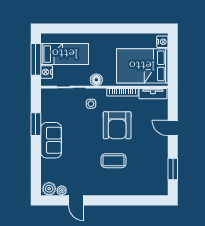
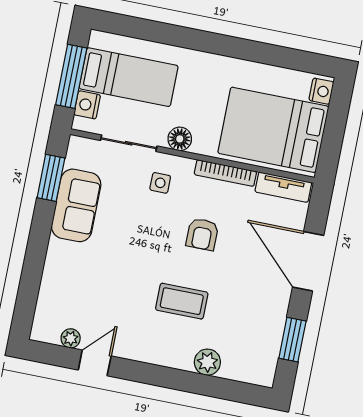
window: (36, 124) -> (51, 178), moved
armchair: (117, 125) -> (202, 234), width x0.53, depth x0.53
door: (173, 128) -> (308, 261), width x1.87
sofa: (51, 140) -> (76, 205), moved
plant: (49, 189) -> (207, 362), moved
door: (76, 200) -> (95, 363), swing flipped

